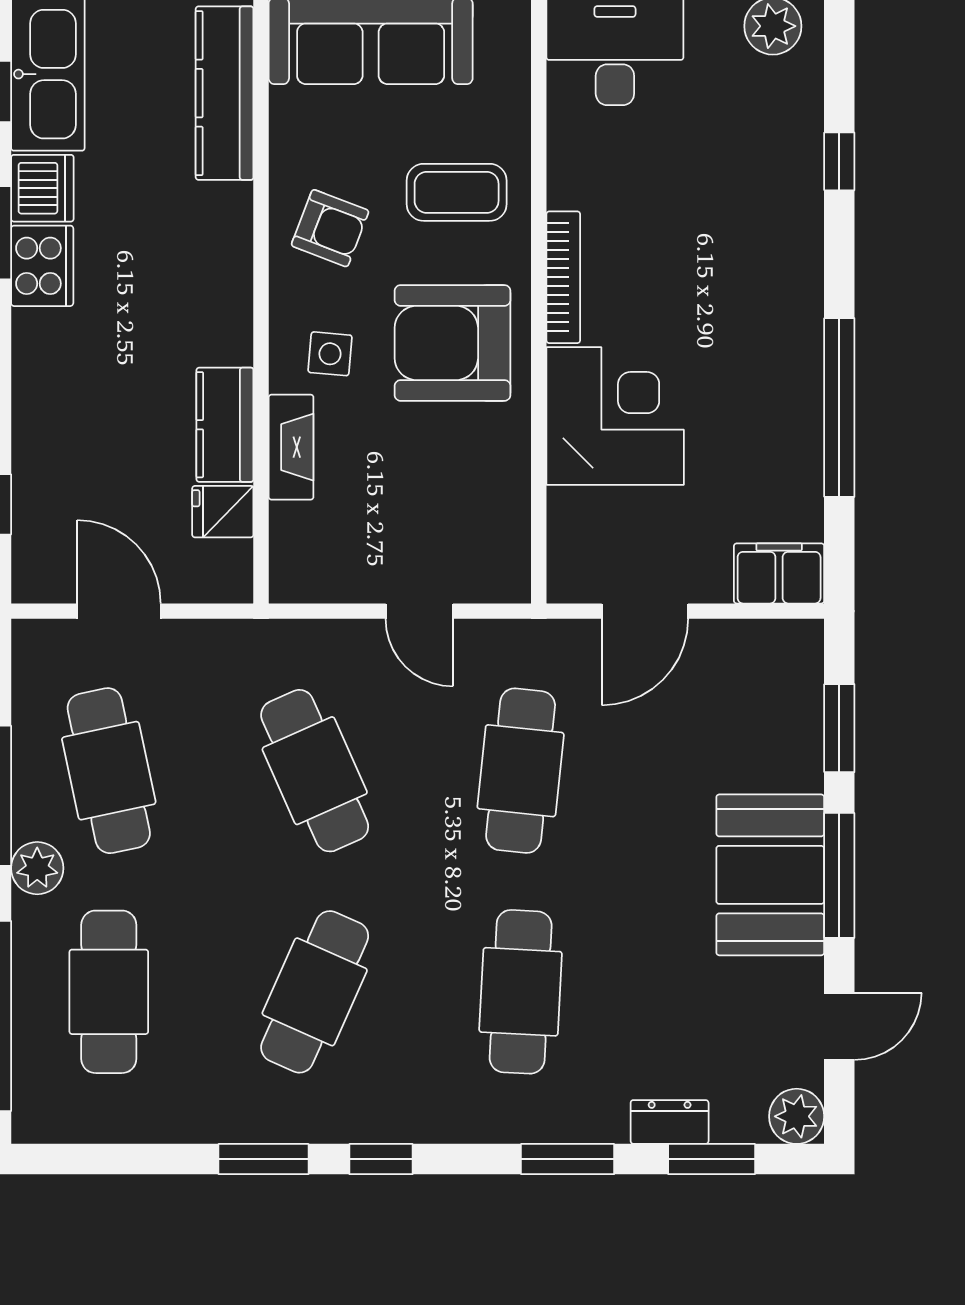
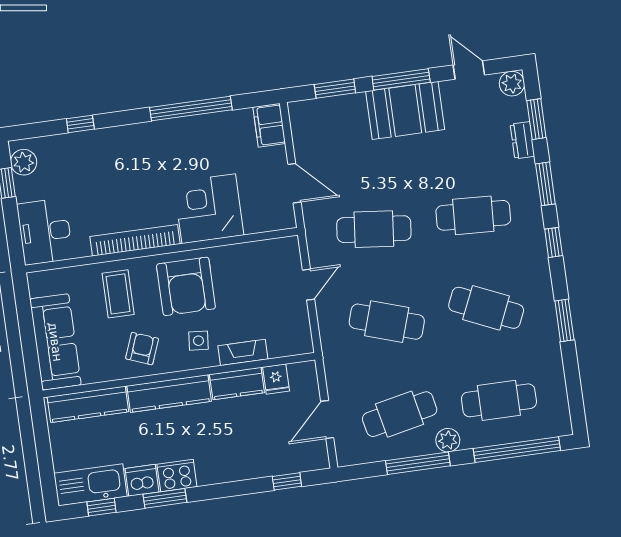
kitchen counter: (224, 274) -> (169, 394), added
bookcase: (563, 277) -> (135, 240), width x1.48, depth x1.31
cafe table: (315, 771) -> (387, 322), turned 42
window: (381, 1159) -> (554, 242), moved

